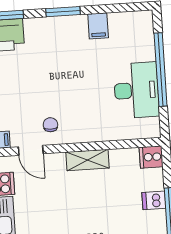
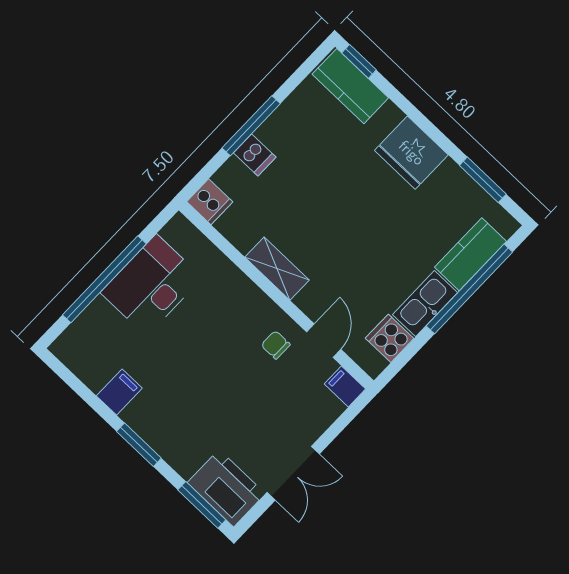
chair: (50, 125) -> (276, 345), turned 90

